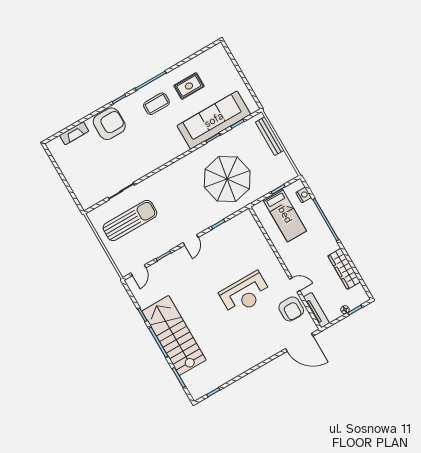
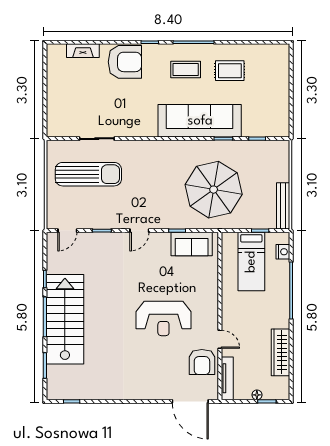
sofa: (214, 120) -> (200, 121), moved
bench: (270, 136) -> (283, 206), moved
sofa: (234, 228) -> (192, 244), added

